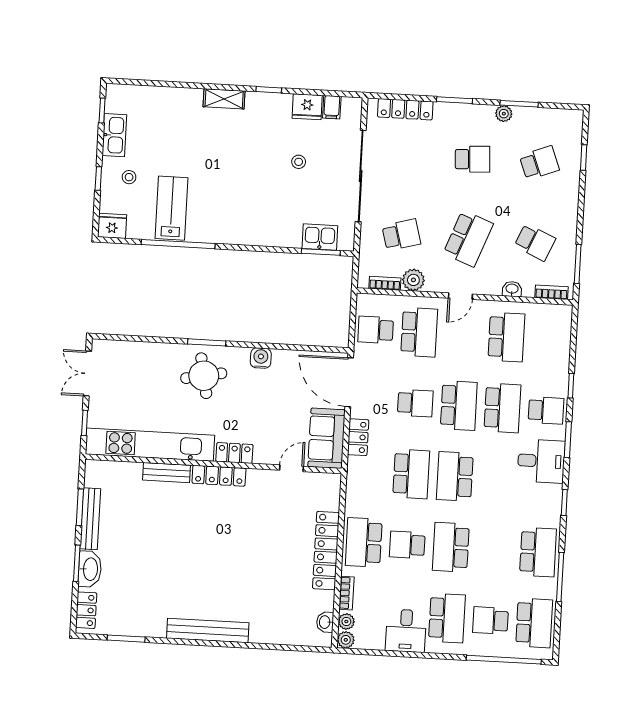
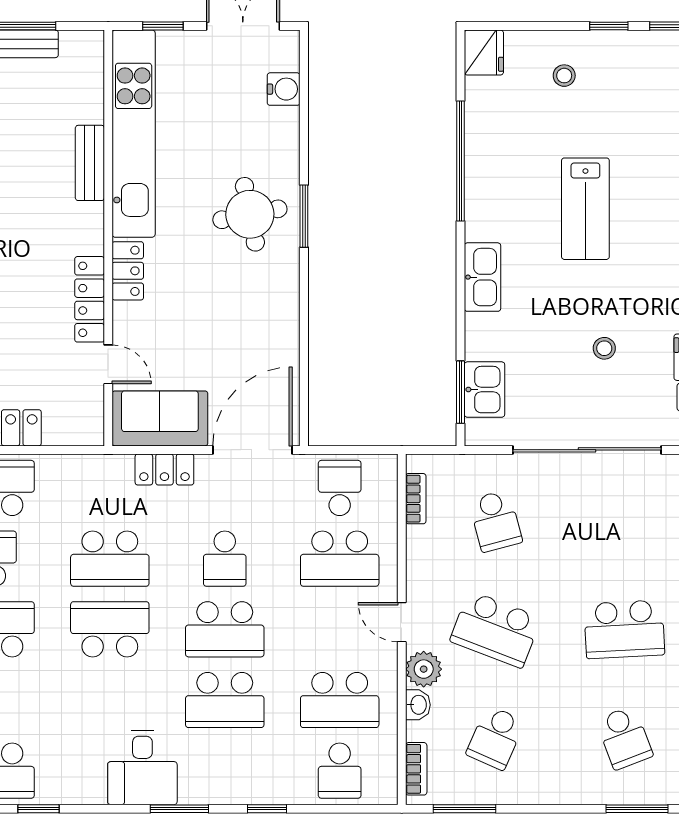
kitchen sink: (114, 135) -> (482, 277), moved, turned -90
window: (584, 157) -> (637, 809), width x1.50
school desk: (473, 159) -> (624, 629), width x1.85
window: (98, 178) -> (609, 26), moved
lab bench: (172, 208) -> (585, 209), moved, turned 90
plant: (413, 280) -> (424, 669), moved
water cooler: (261, 358) -> (284, 89), moved
school desk: (546, 410) -> (340, 771), moved
locker: (219, 476) -> (90, 299), moved
window: (564, 503) -> (39, 809), moved

